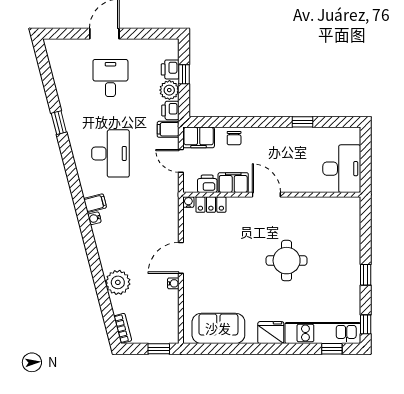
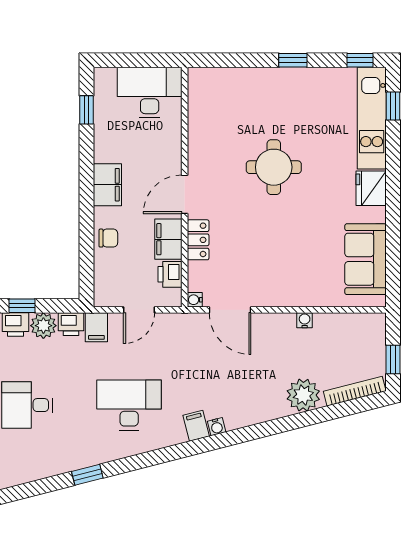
window: (302, 122) -> (86, 110), moved
filing cabinet: (199, 137) -> (107, 185), moved
locker: (211, 205) -> (198, 240), moved
door: (181, 258) -> (230, 310), moved
bookcase: (123, 328) -> (355, 391), width x1.56
window: (159, 349) -> (393, 359), moved

